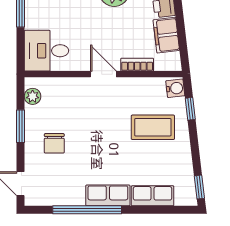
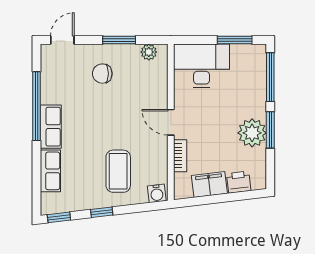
desk: (46, 51) -> (202, 66), width x1.37
door: (103, 74) -> (171, 122), swing flipped
window: (190, 109) -> (102, 212), moved

